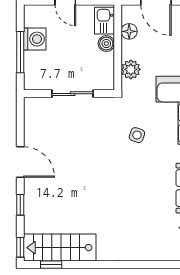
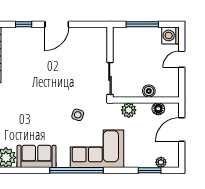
kitchen sink: (105, 21) -> (167, 90), removed
washing machine: (35, 39) -> (170, 35), moved, turned 90
sliding door: (73, 94) -> (110, 78), moved

